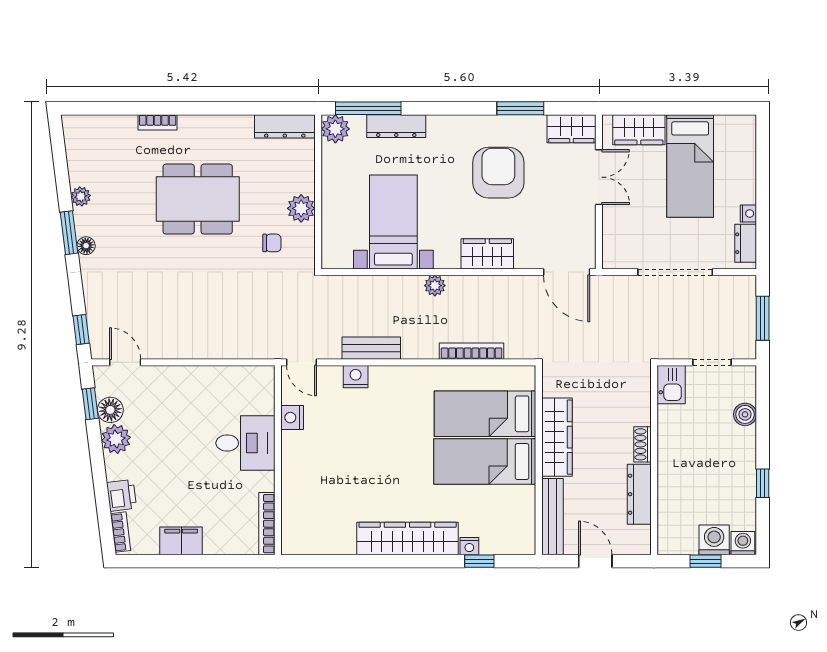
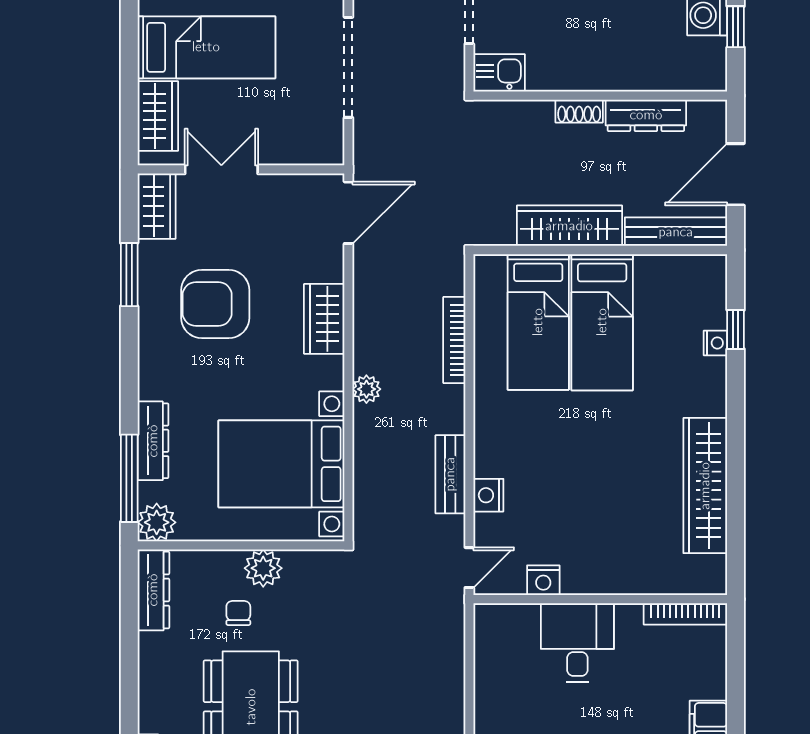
bed with nightstands: (393, 222) -> (281, 464), width x1.36
chair: (272, 243) -> (238, 613), moved
wardrobe: (408, 539) -> (705, 486), moved
door: (595, 561) -> (736, 174), width x1.38

